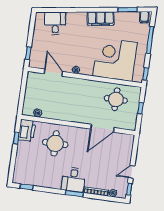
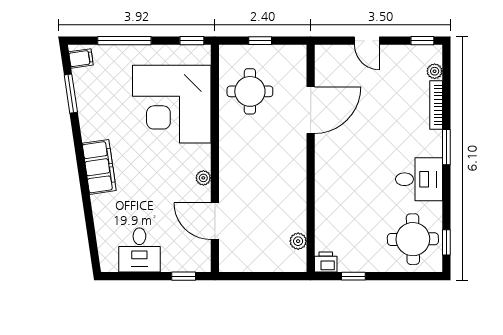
filing cabinet: (101, 19) -> (99, 167), moved
desk: (55, 23) -> (139, 250), moved, turned -82
door: (53, 73) -> (215, 221), hinge flipped
door: (102, 128) -> (311, 110), hinge flipped
printer: (27, 130) -> (326, 262), width x0.53, depth x0.68
round table: (55, 143) -> (413, 239), moved
door: (132, 172) -> (367, 41), moved
desk: (73, 180) -> (419, 179), moved

